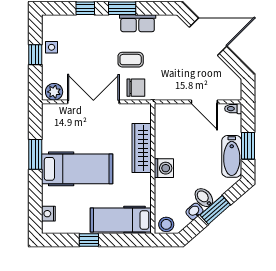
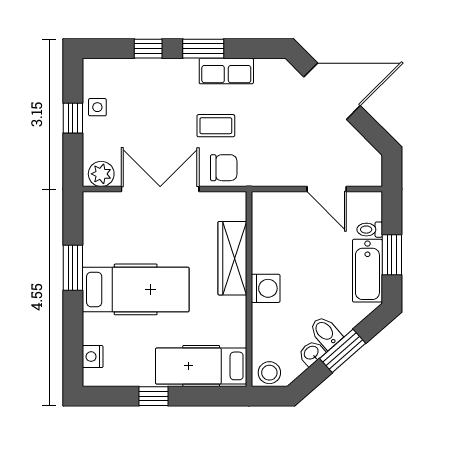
toilet: (233, 109) -> (370, 230), moved

